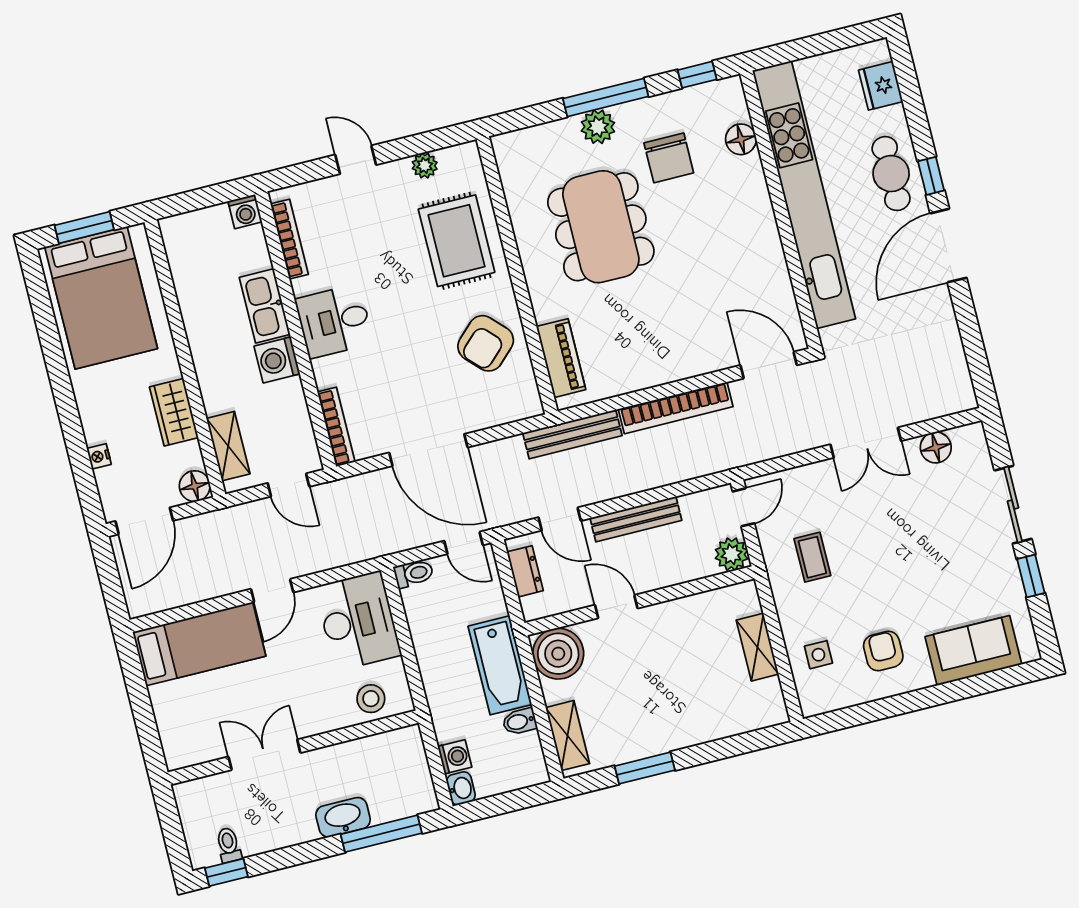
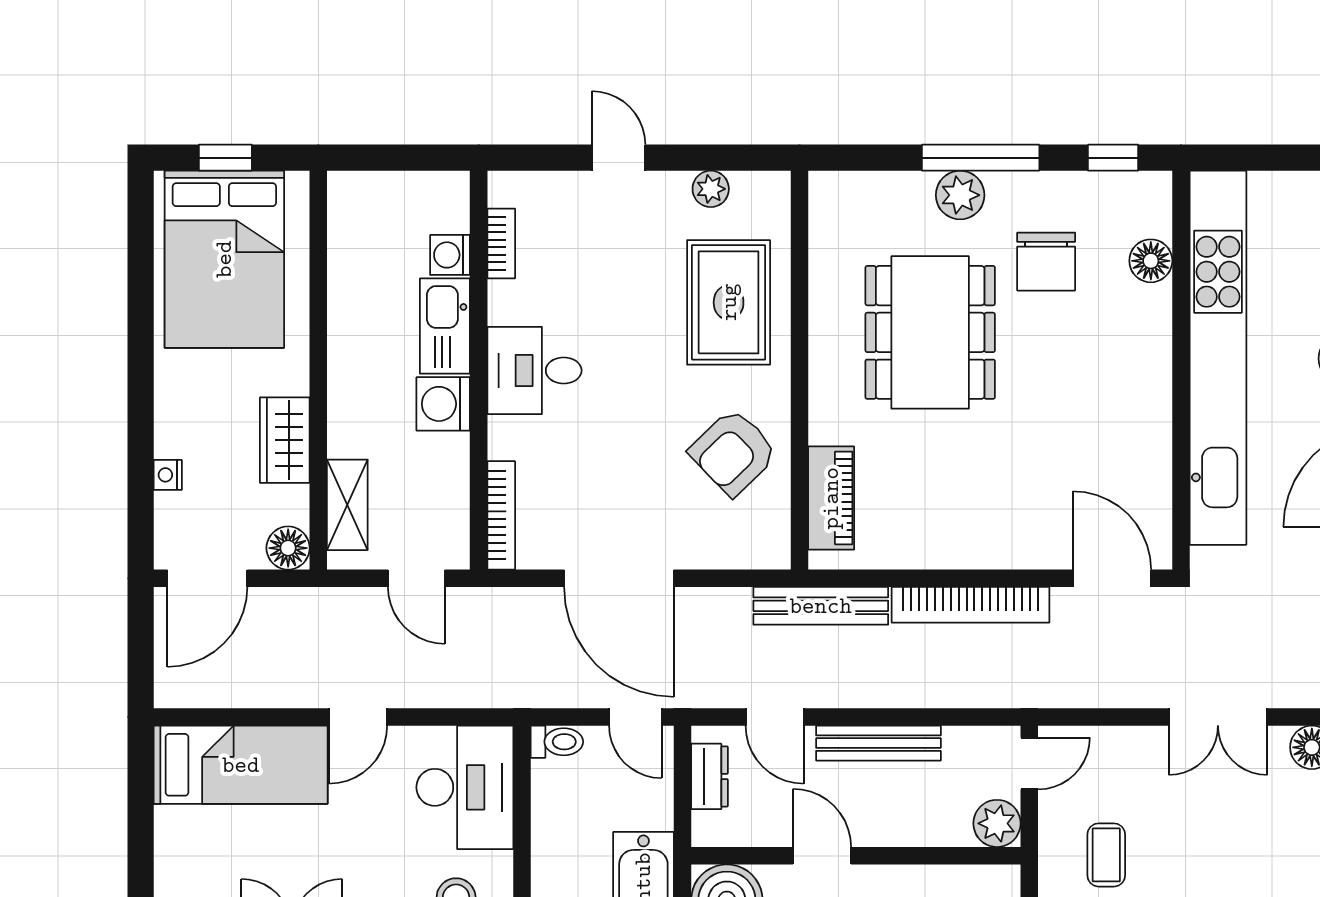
washing machine: (245, 212) -> (450, 255), moved, turned 90
window: (84, 227) -> (225, 158), width x0.67
bookcase: (289, 239) -> (501, 244), width x0.64

